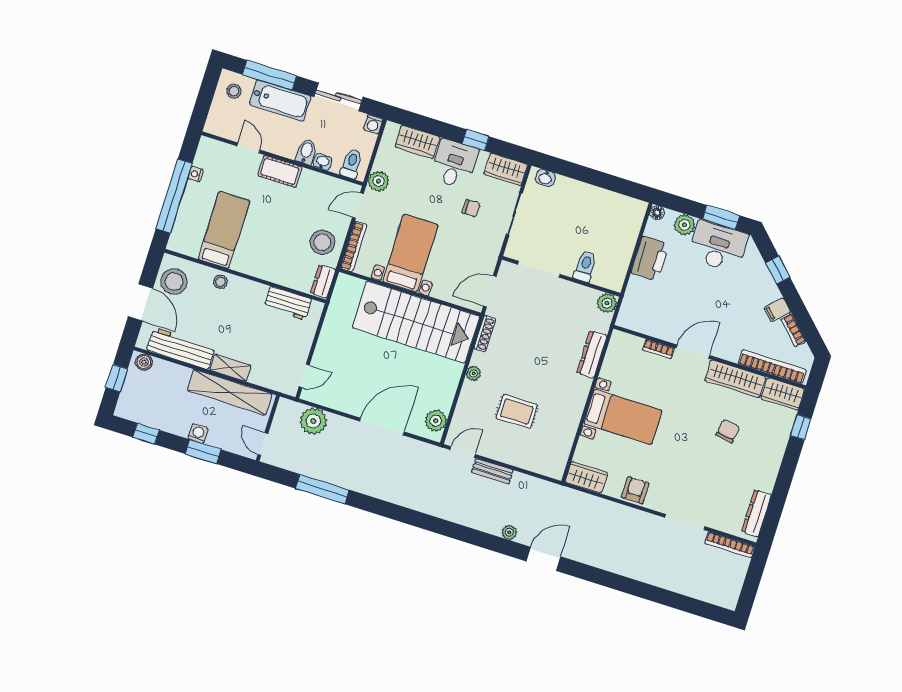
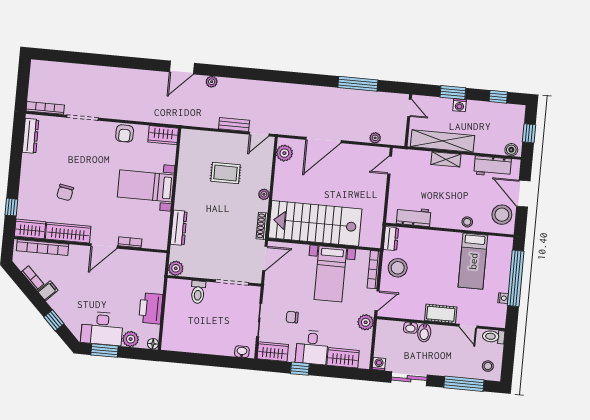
bathtub: (280, 100) -> (452, 367), removed
toilet: (351, 164) -> (493, 337), moved, turned 90
workbench: (181, 348) -> (493, 166), width x0.73
plant: (313, 421) -> (375, 138), width x0.53, depth x0.53

